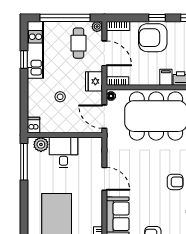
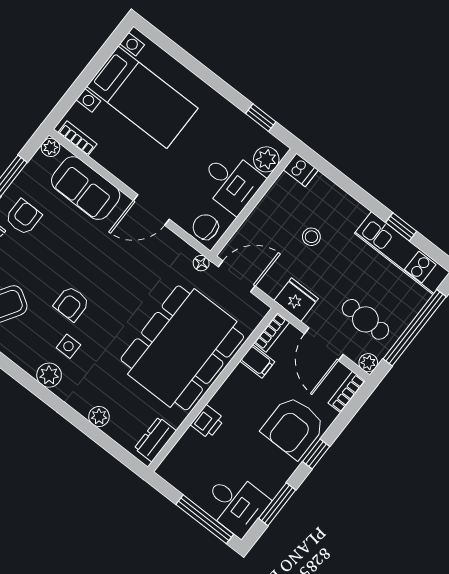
armchair: (153, 38) -> (293, 427), turned 180
door: (104, 53) -> (324, 344), hinge flipped
filing cabinet: (166, 77) -> (257, 361), moved
floor lamp: (111, 96) -> (201, 263), moved
chair: (93, 148) -> (206, 227), added
window: (24, 162) -> (261, 118), width x0.46

